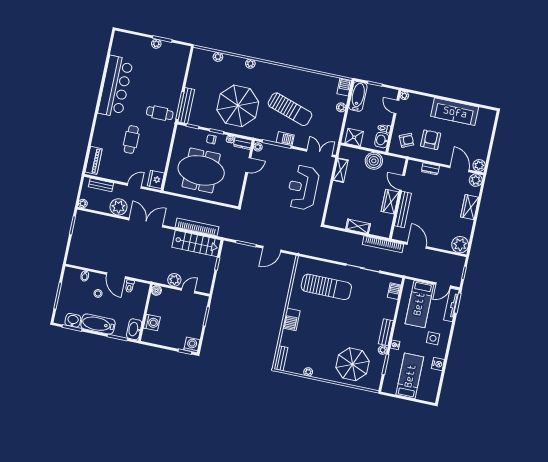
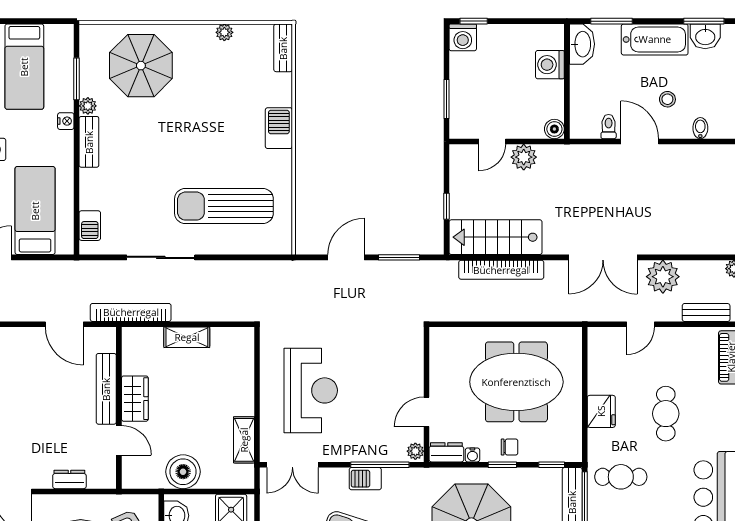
fridge: (156, 179) -> (601, 411), moved

